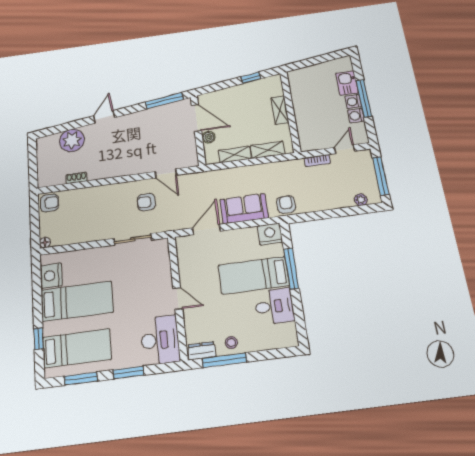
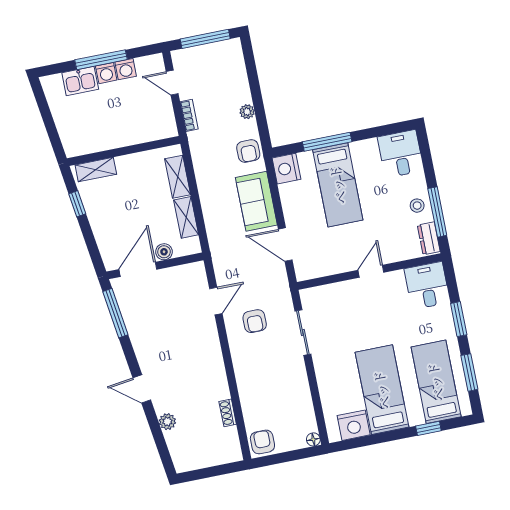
shelving: (280, 110) -> (96, 170), moved
plant: (72, 140) -> (167, 422), width x0.53, depth x0.53
plant: (361, 200) -> (247, 112), moved
armchair: (286, 205) -> (248, 151), turned -90
desk: (274, 306) -> (401, 154), moved
desk: (160, 340) -> (427, 286), width x0.73

